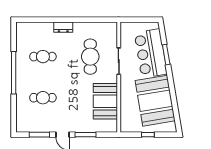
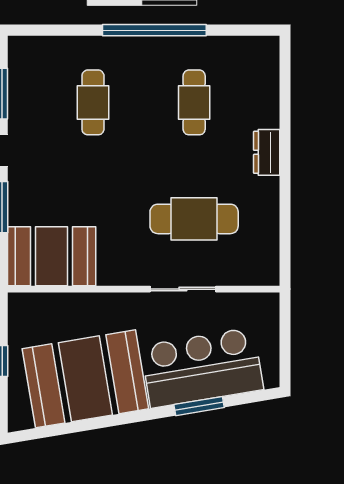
booth: (105, 101) -> (52, 256), moved

